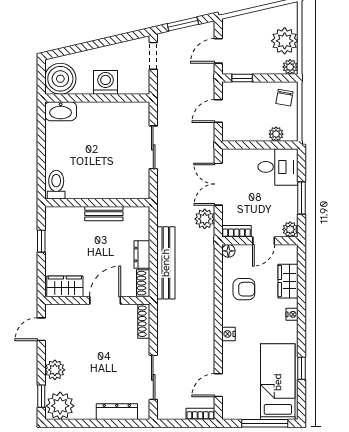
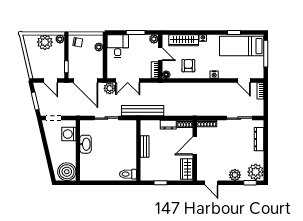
washing machine: (106, 82) -> (69, 134), moved
washbasin: (61, 111) -> (86, 144), moved
door: (218, 111) -> (85, 80), width x1.87
plant: (205, 219) -> (110, 88), moved
bench: (166, 263) -> (143, 111), moved
wardrobe: (288, 281) -> (184, 40), width x1.50
door: (105, 300) -> (195, 146), hinge flipped

